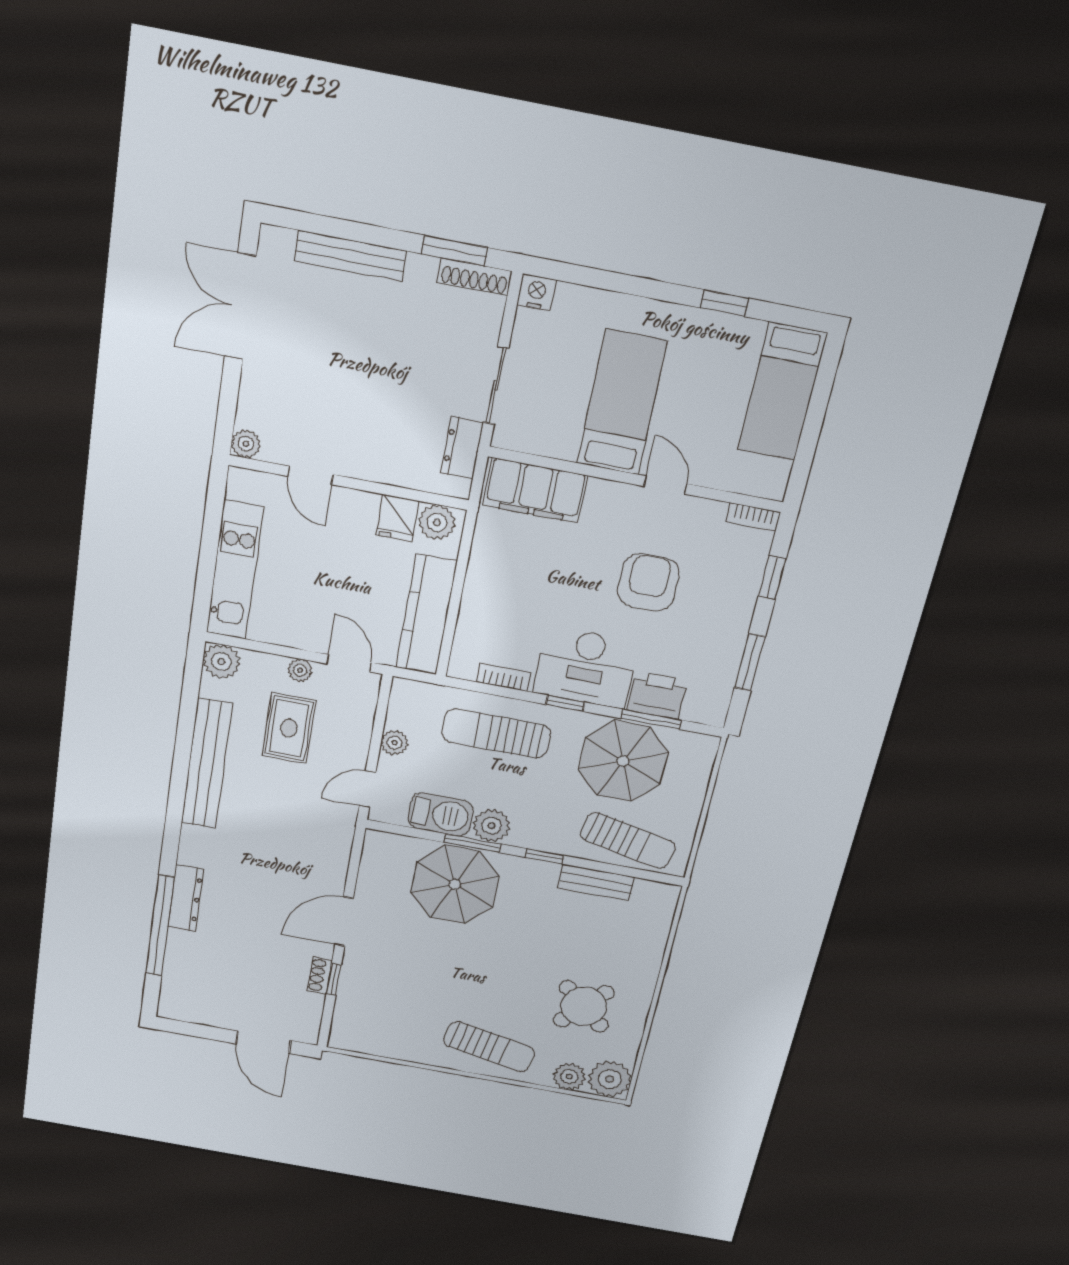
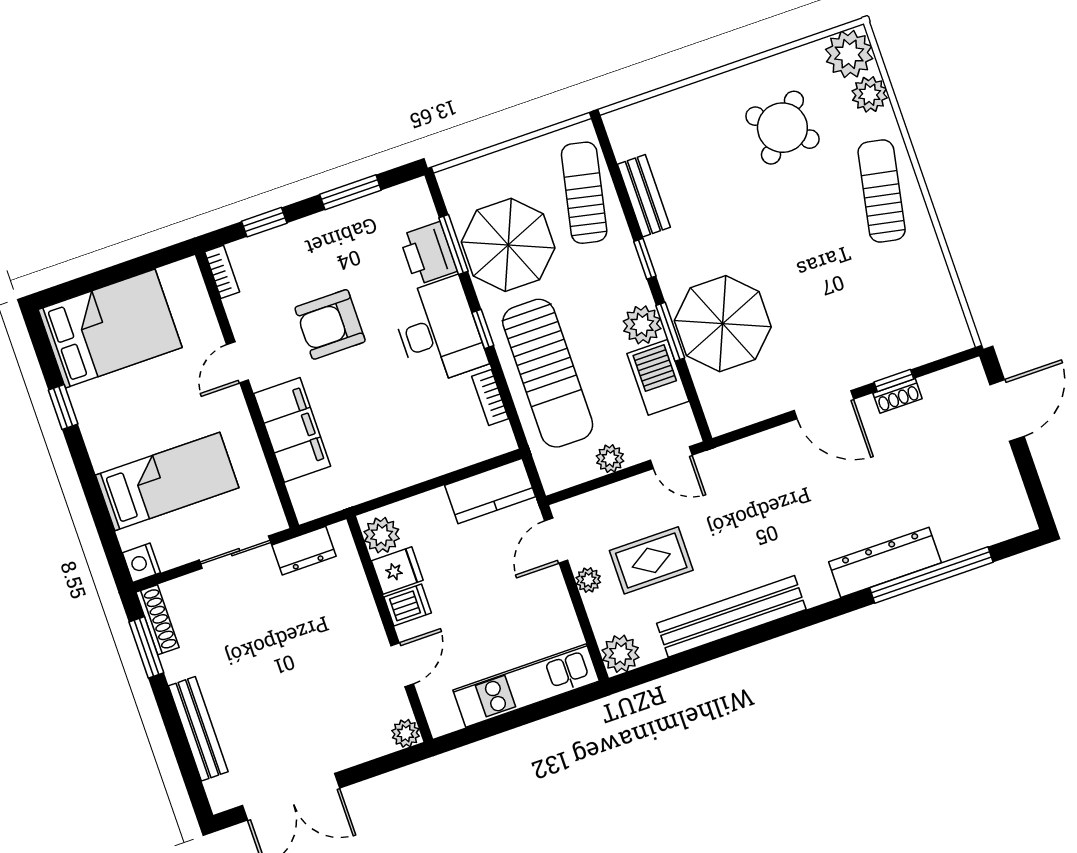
bed: (782, 392) -> (110, 328), width x1.50
bed: (622, 403) -> (167, 481), moved, turned 180
filing cabinet: (535, 490) -> (292, 430), moved
dishwasher: (362, 510) -> (408, 605), added
kitchen counter: (426, 615) -> (490, 491), width x0.67
sun lounger: (496, 733) -> (548, 373), width x1.36, depth x1.34
dresser: (186, 898) -> (885, 562), width x1.37, depth x1.24

